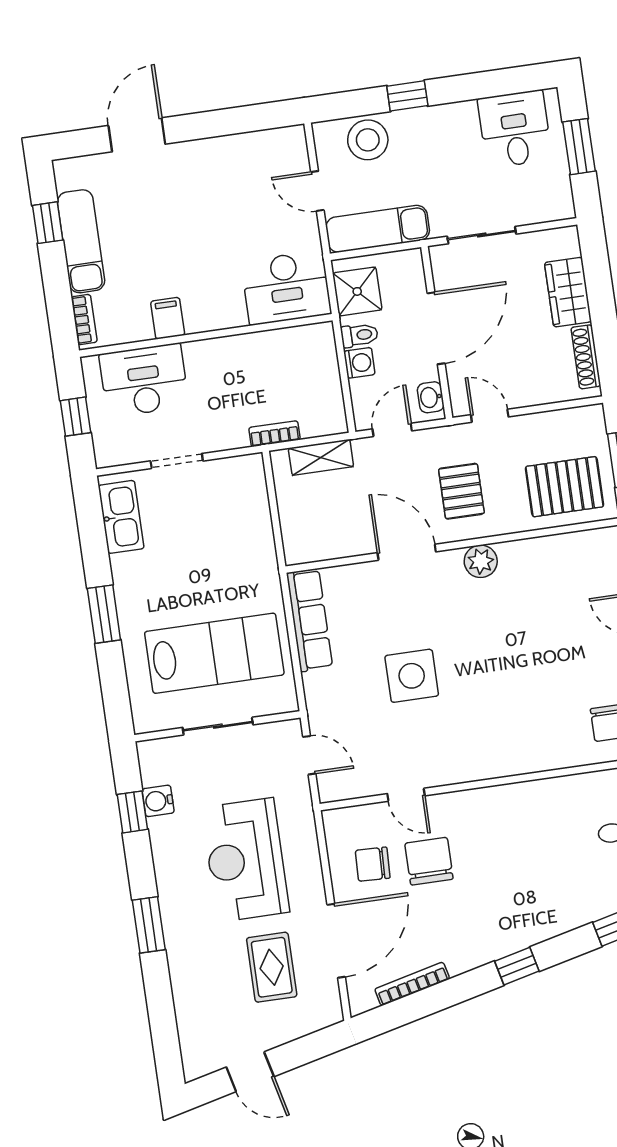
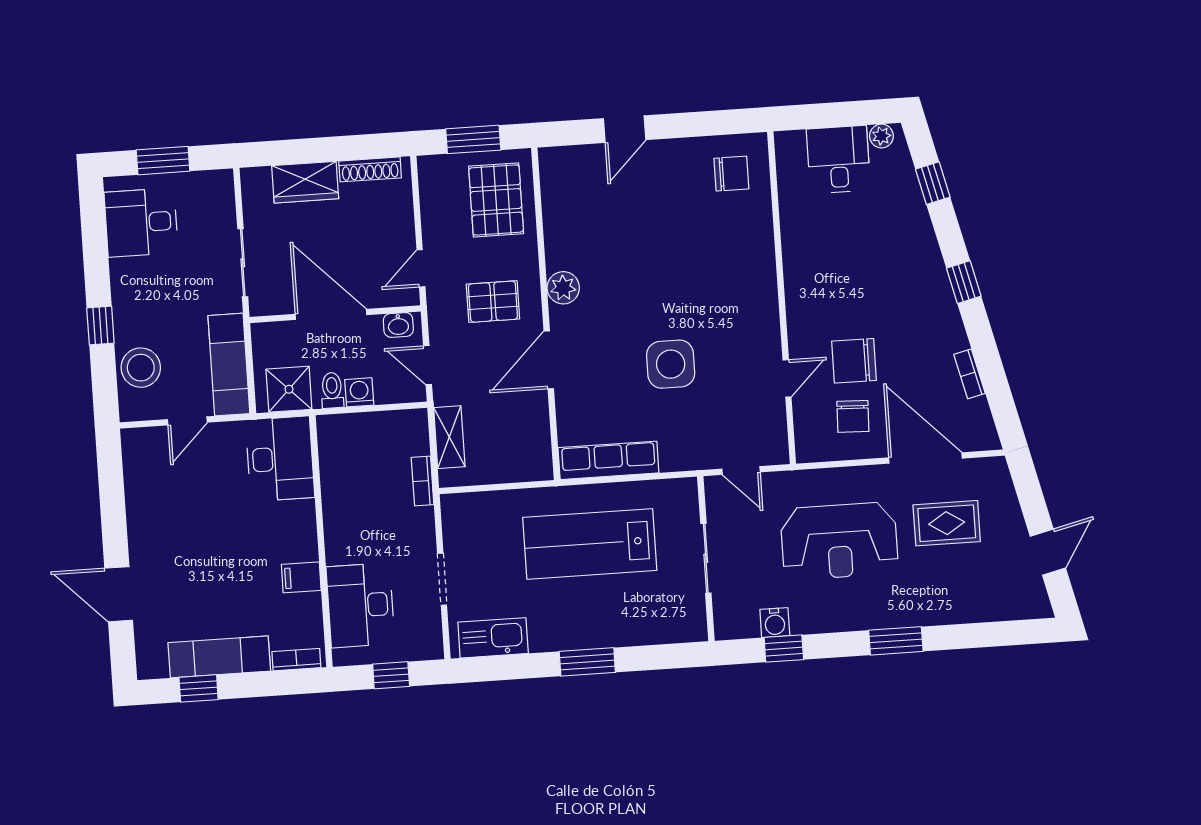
lab bench: (214, 653) -> (590, 544), moved, turned -90
door: (309, 755) -> (741, 471), swing flipped
bookcase: (412, 984) -> (970, 374), width x0.64

